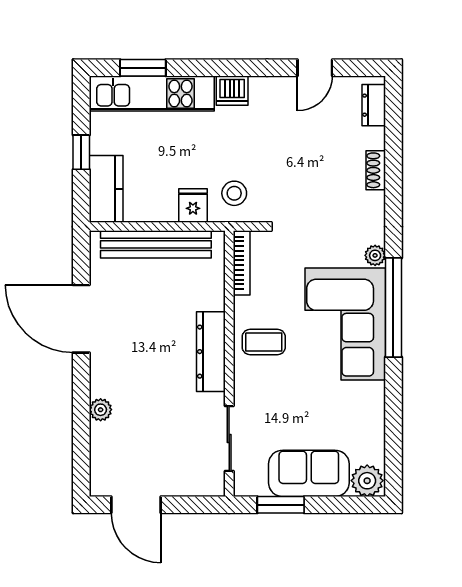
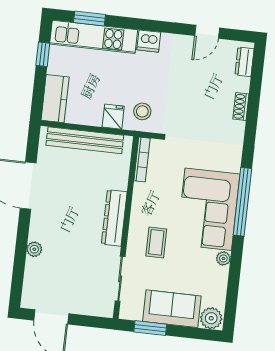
window: (81, 152) -> (43, 54), moved
plant: (375, 255) -> (223, 258), moved
coffee table: (264, 342) -> (156, 242), moved, turned 90

